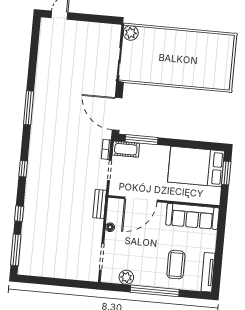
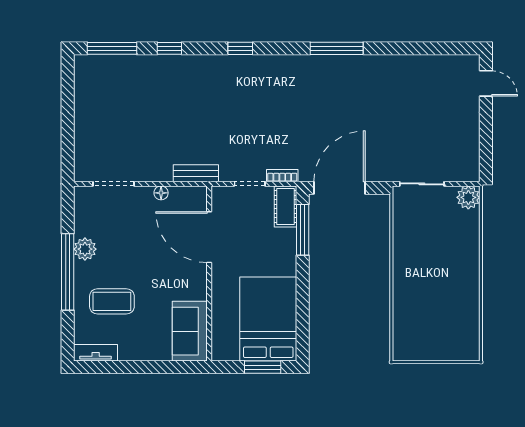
sofa: (192, 216) -> (190, 331), width x0.73
tv unit: (208, 272) -> (96, 353), width x0.71
plant: (126, 277) -> (85, 249), moved

